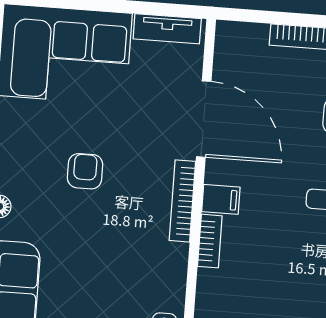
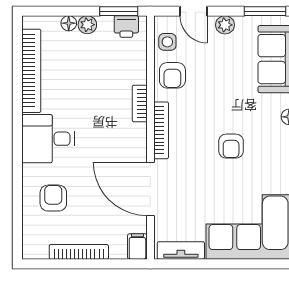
filing cabinet: (221, 199) -> (137, 247), moved, turned 90
armchair: (161, 278) -> (172, 75), added

